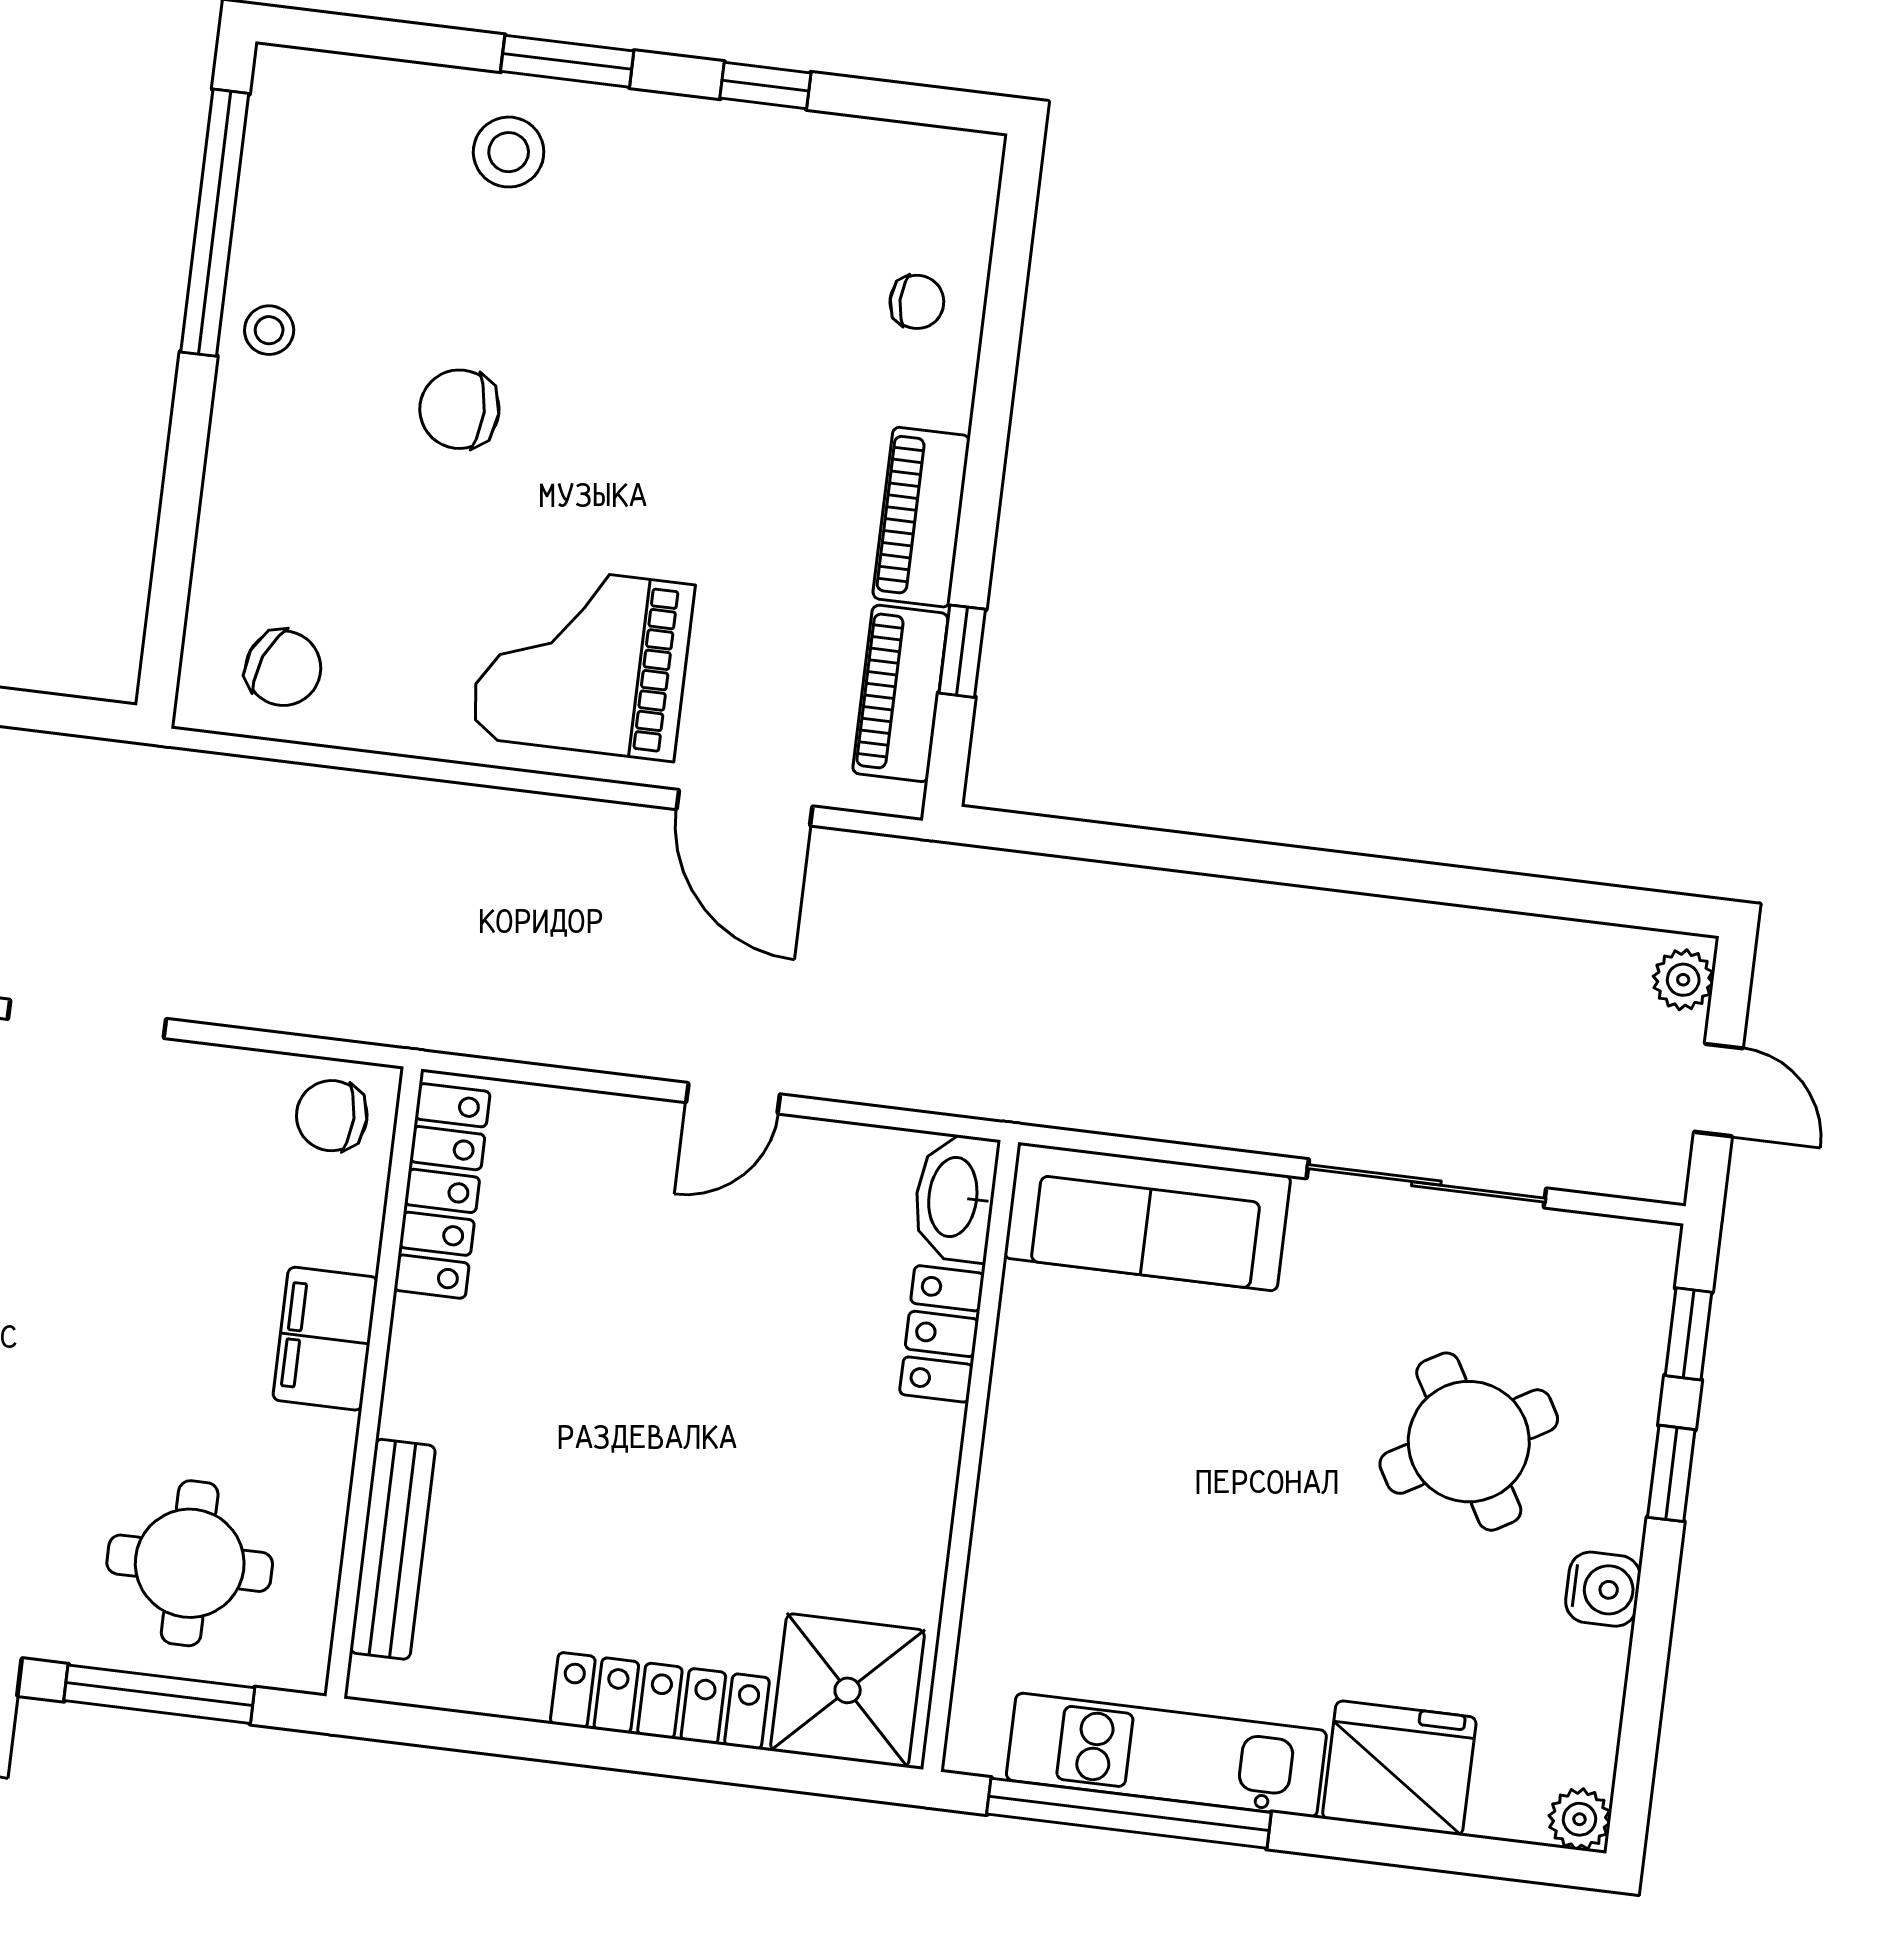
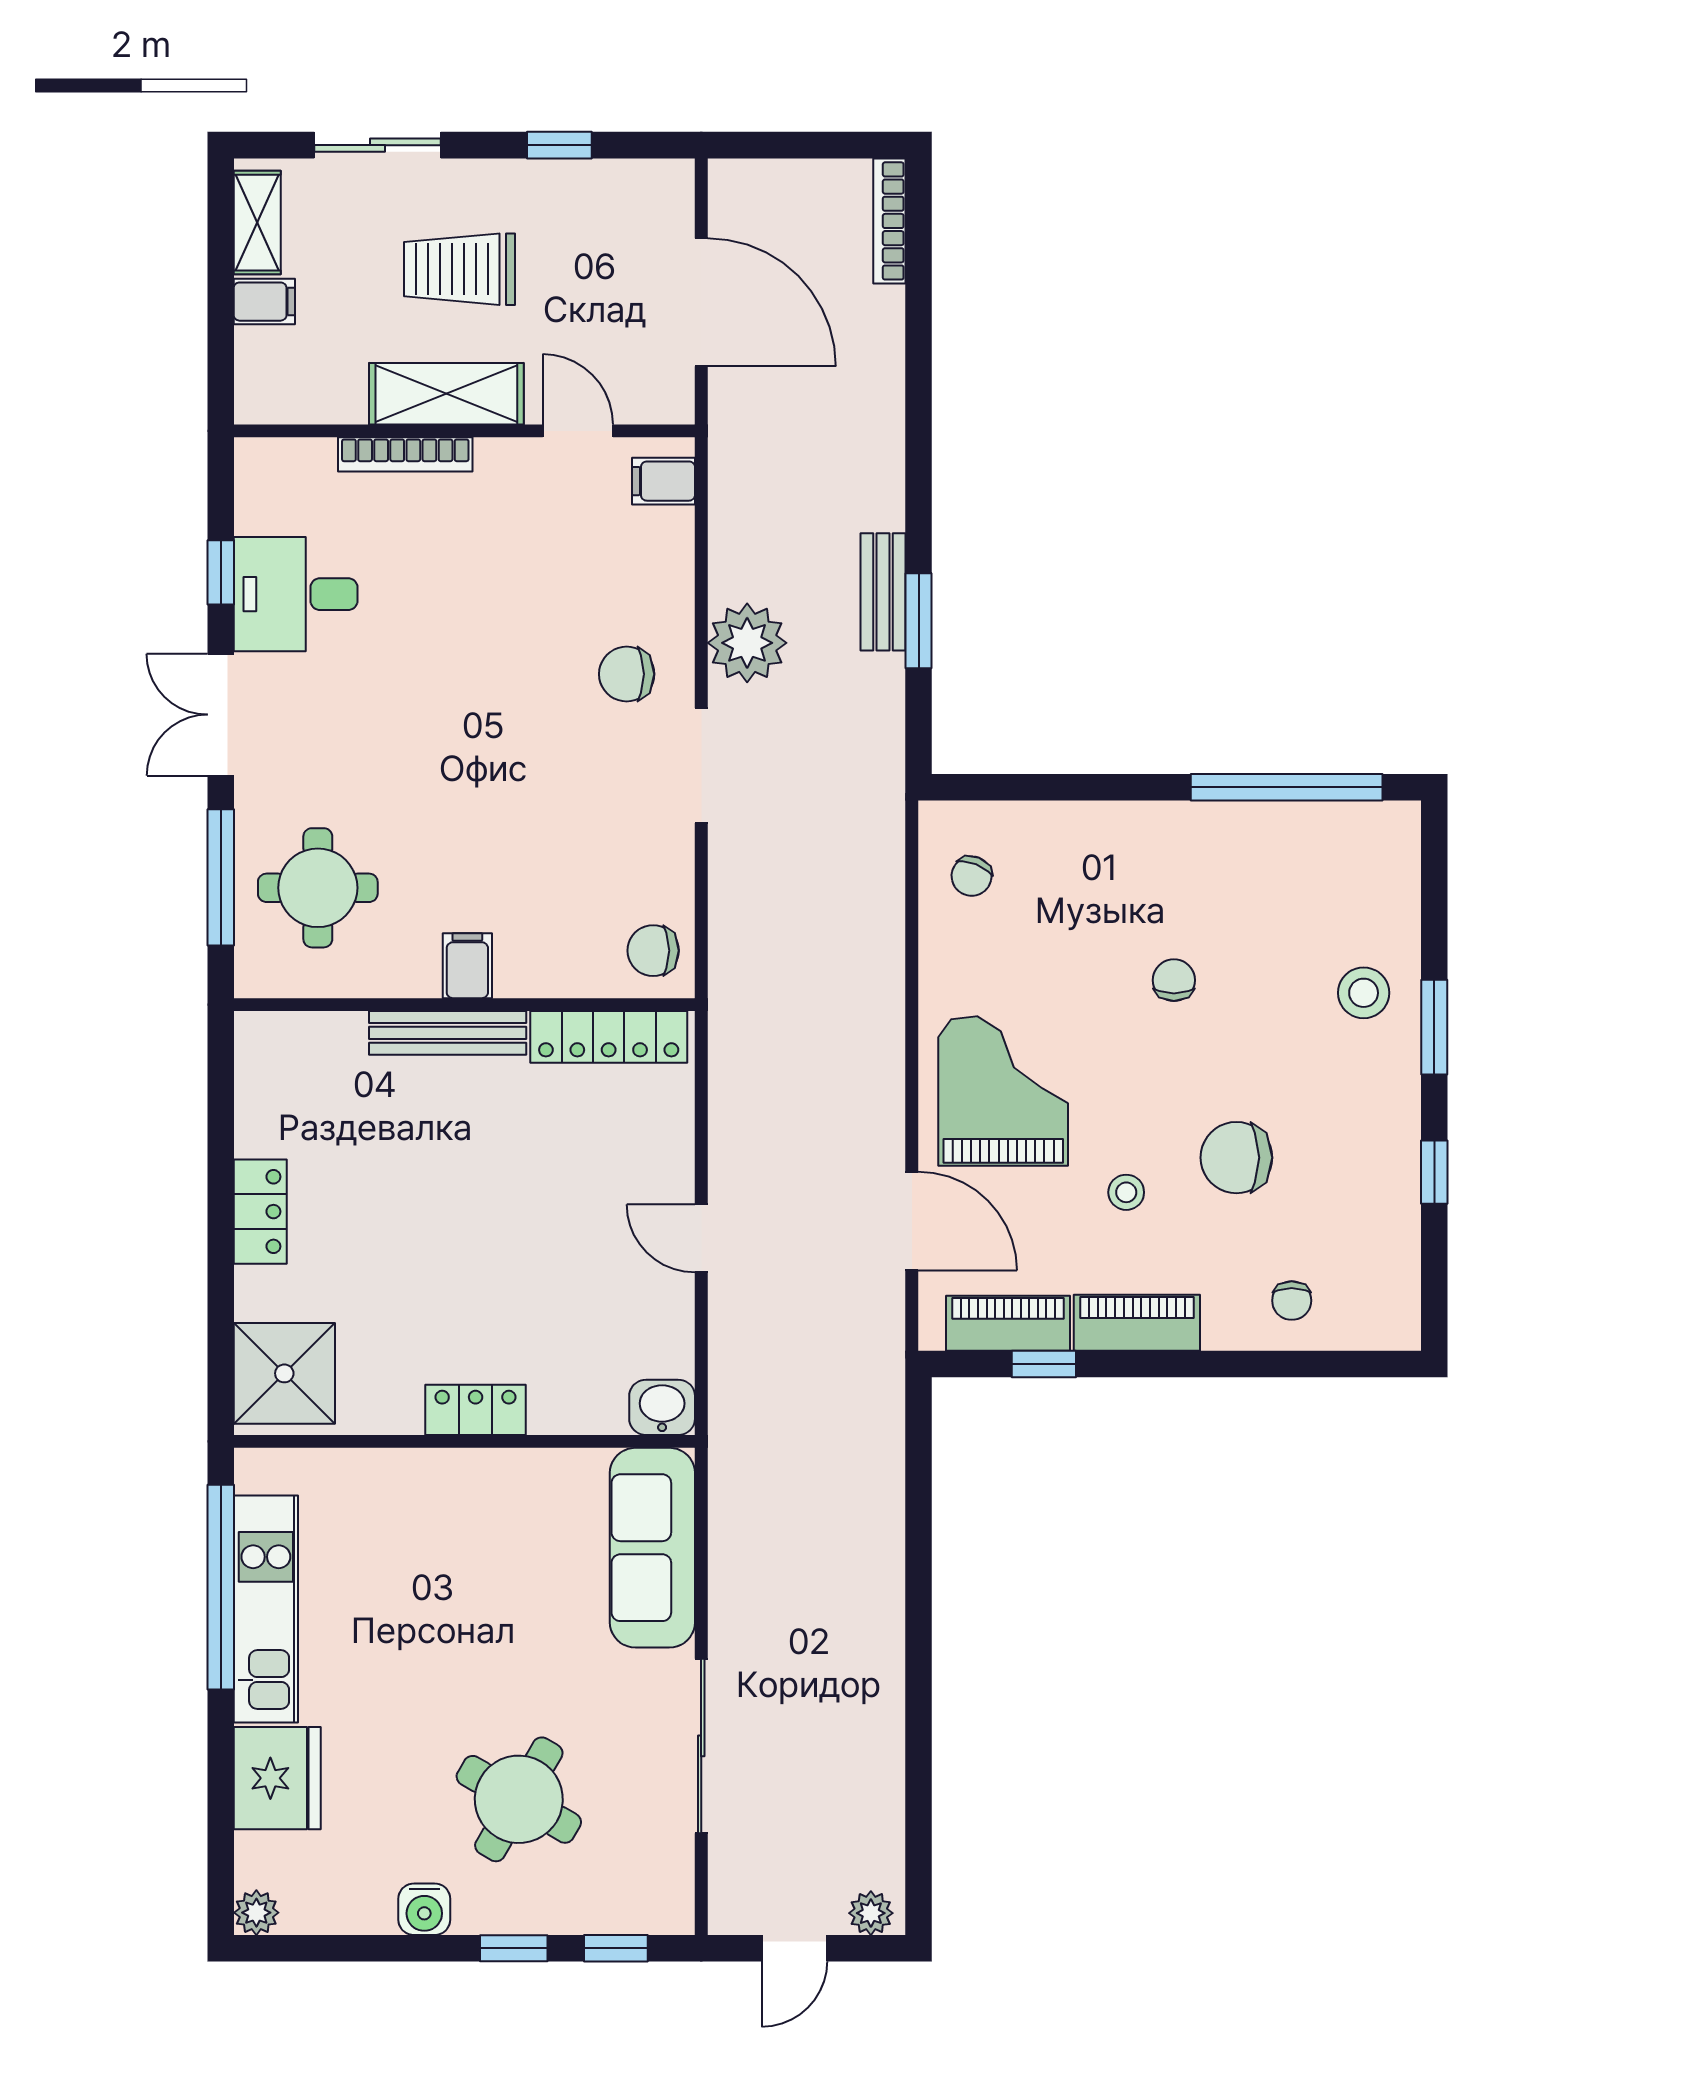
stool: (269, 330) -> (1126, 1192), moved
chair: (712, 354) -> (1236, 1158), added
chair: (459, 409) -> (1174, 980), width x0.73, depth x0.73
chair: (283, 668) -> (972, 876), width x0.73, depth x0.73
door: (744, 808) -> (912, 1221), swing flipped
chair: (332, 1116) -> (653, 951), turned -90
washbasin: (955, 1197) -> (662, 1407), width x0.72
locker: (942, 1334) -> (476, 1410), moved
filing cabinet: (325, 1339) -> (467, 966), width x0.50
round table: (1469, 1442) -> (519, 1799), turned -30
bench: (393, 1549) -> (448, 1033), moved
locker: (660, 1701) -> (260, 1212), width x0.66

